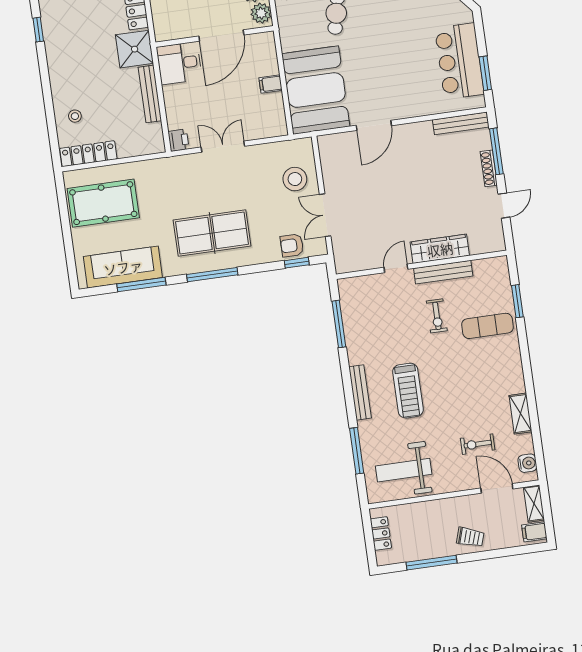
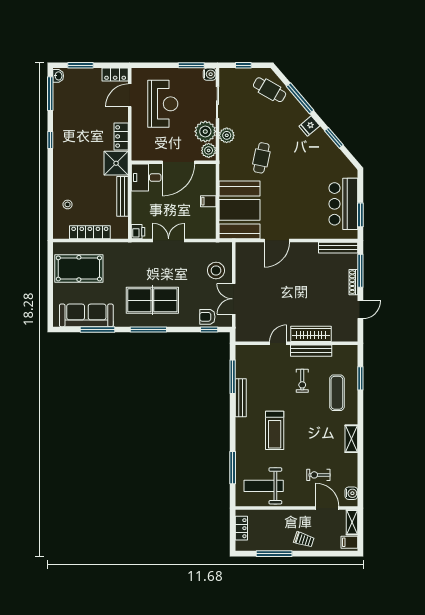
locker: (88, 154) -> (90, 232), moved
exercise mat: (488, 326) -> (337, 393), turned 90
bench: (360, 392) -> (241, 398), moved
shelving: (520, 414) -> (351, 439), moved

